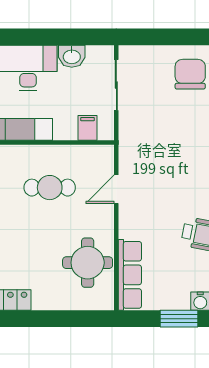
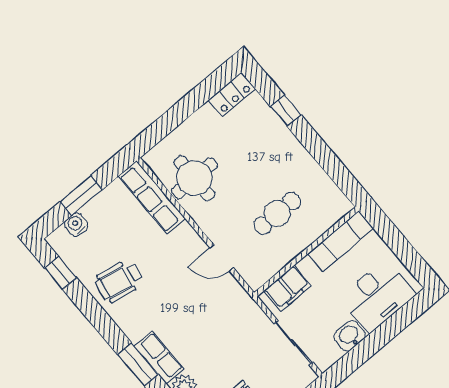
filing cabinet: (87, 128) -> (287, 288), width x2.00
door: (116, 189) -> (222, 258), swing flipped

